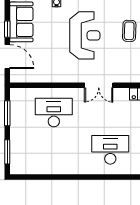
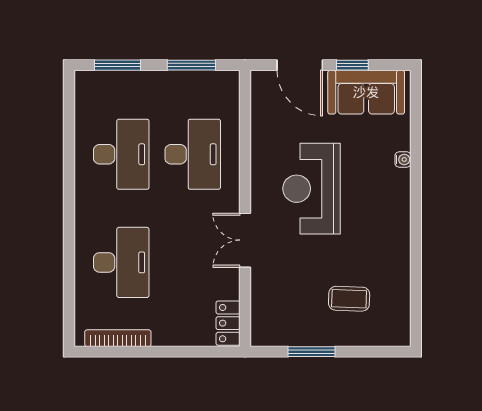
reception desk: (85, 35) -> (311, 189), moved, turned 90
door: (7, 57) -> (300, 65), hinge flipped
desk: (54, 150) -> (121, 154), added

